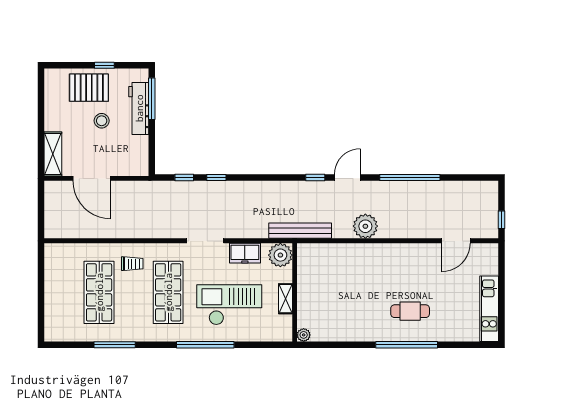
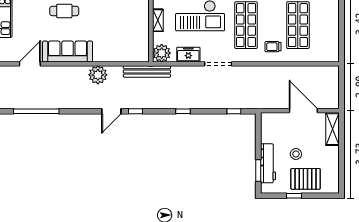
window: (152, 99) -> (258, 171), width x0.69
window: (216, 178) -> (183, 111), moved
window: (410, 178) -> (36, 111), moved
sofa: (406, 257) -> (68, 51), added

